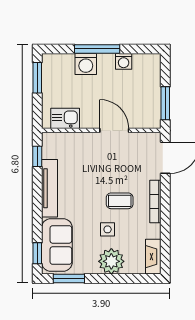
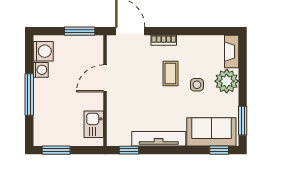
washing machine: (86, 64) -> (43, 51), moved
bookcase: (155, 201) -> (164, 40), width x0.64
fireplace: (153, 257) -> (232, 52), moved, turned 90

